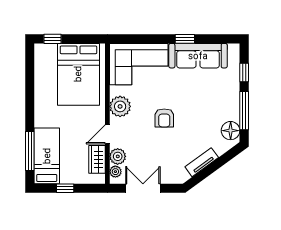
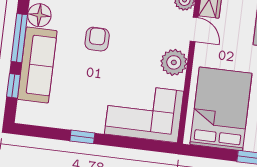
sofa: (198, 56) -> (37, 65), moved, turned 90
armchair: (164, 118) -> (97, 39), moved
door: (107, 134) -> (194, 29), hinge flipped

